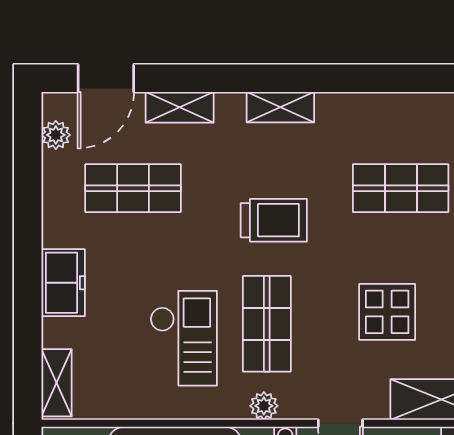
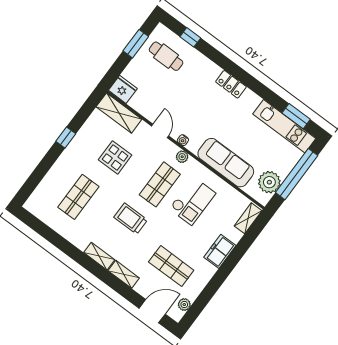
shelving: (180, 107) -> (124, 274), moved
shop shelf: (401, 188) -> (78, 197), turned 90
checkout: (184, 338) -> (192, 201), turned 180

